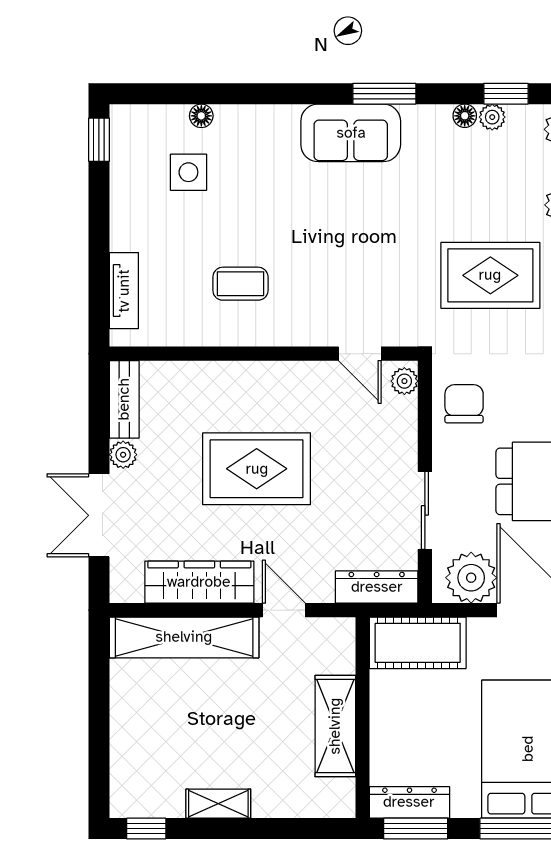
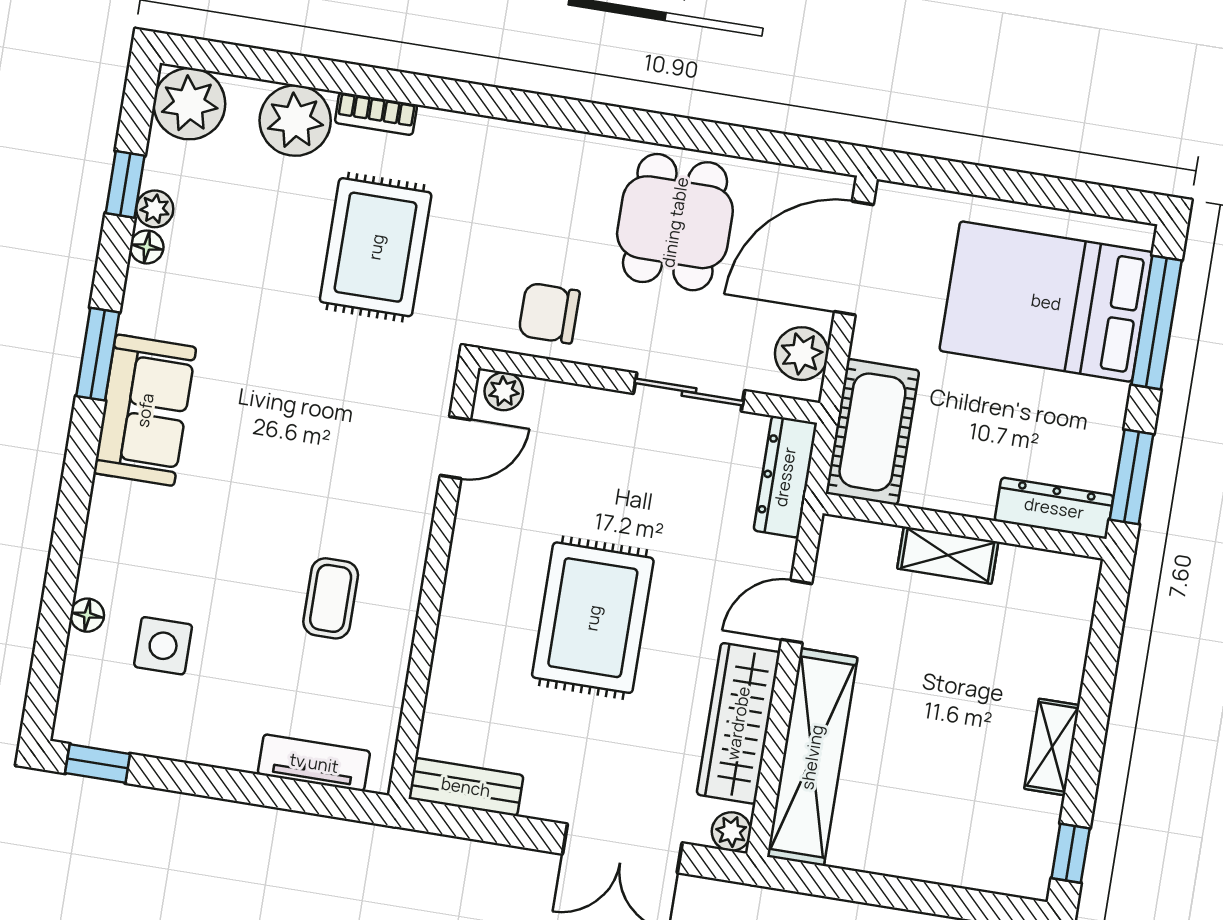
plant: (123, 455) -> (731, 832), moved
plant: (471, 578) -> (802, 354), width x0.73, depth x0.73
shelving: (335, 726) -> (948, 555), width x0.67, depth x0.75
dresser: (409, 802) -> (1054, 508), moved, turned 90

